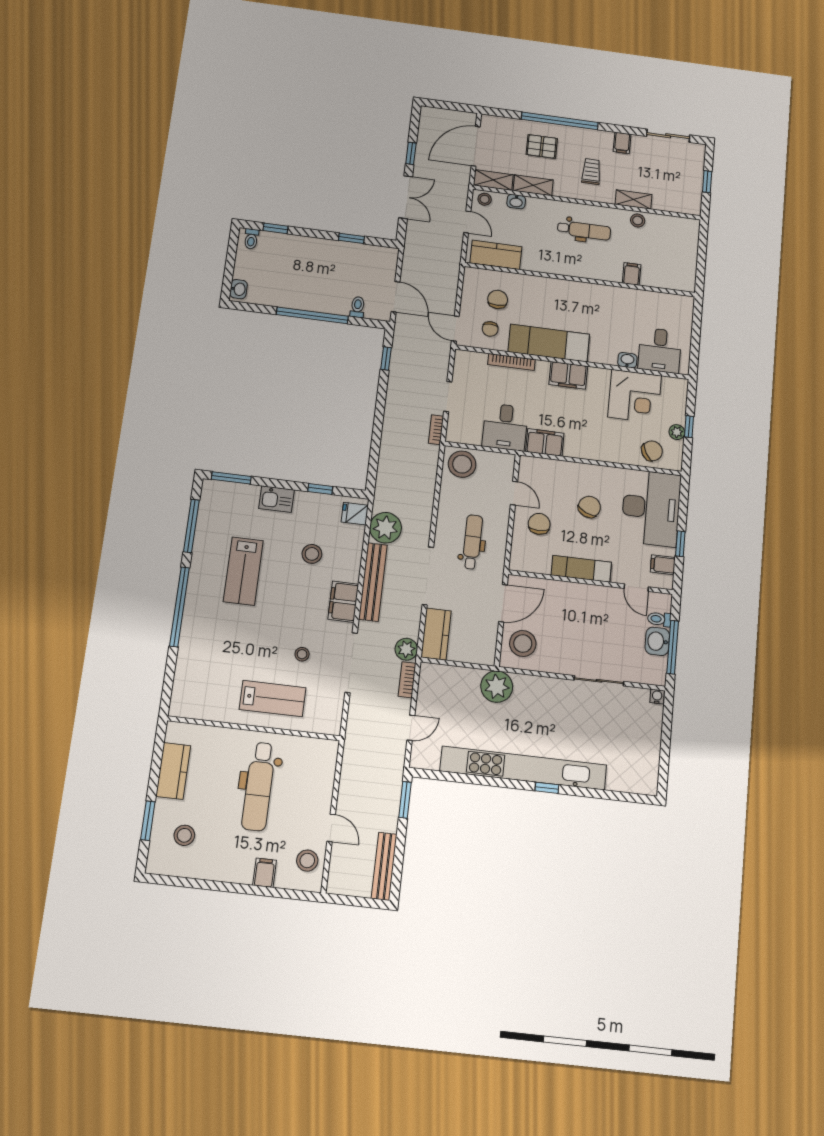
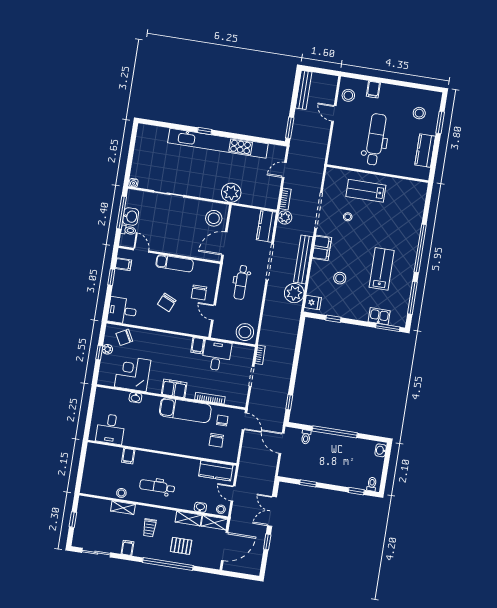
desk: (660, 350) -> (111, 429), moved, turned 180
filing cabinet: (545, 442) -> (198, 346), width x0.50
kitchen sink: (277, 499) -> (379, 316), moved
desk: (651, 508) -> (122, 311), width x0.53, depth x0.77

